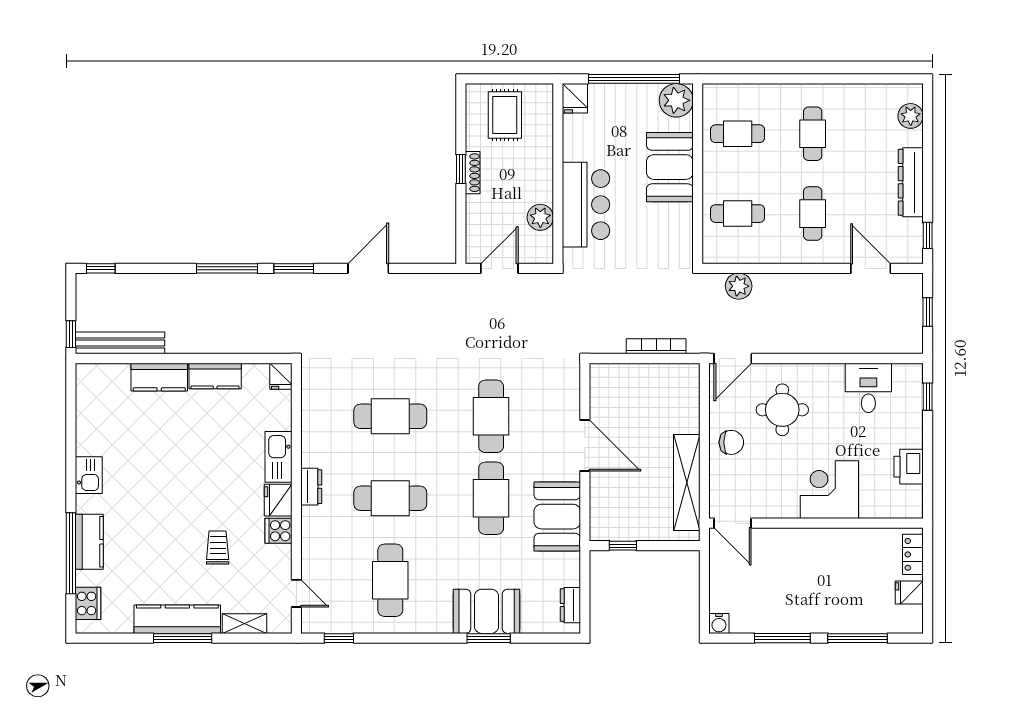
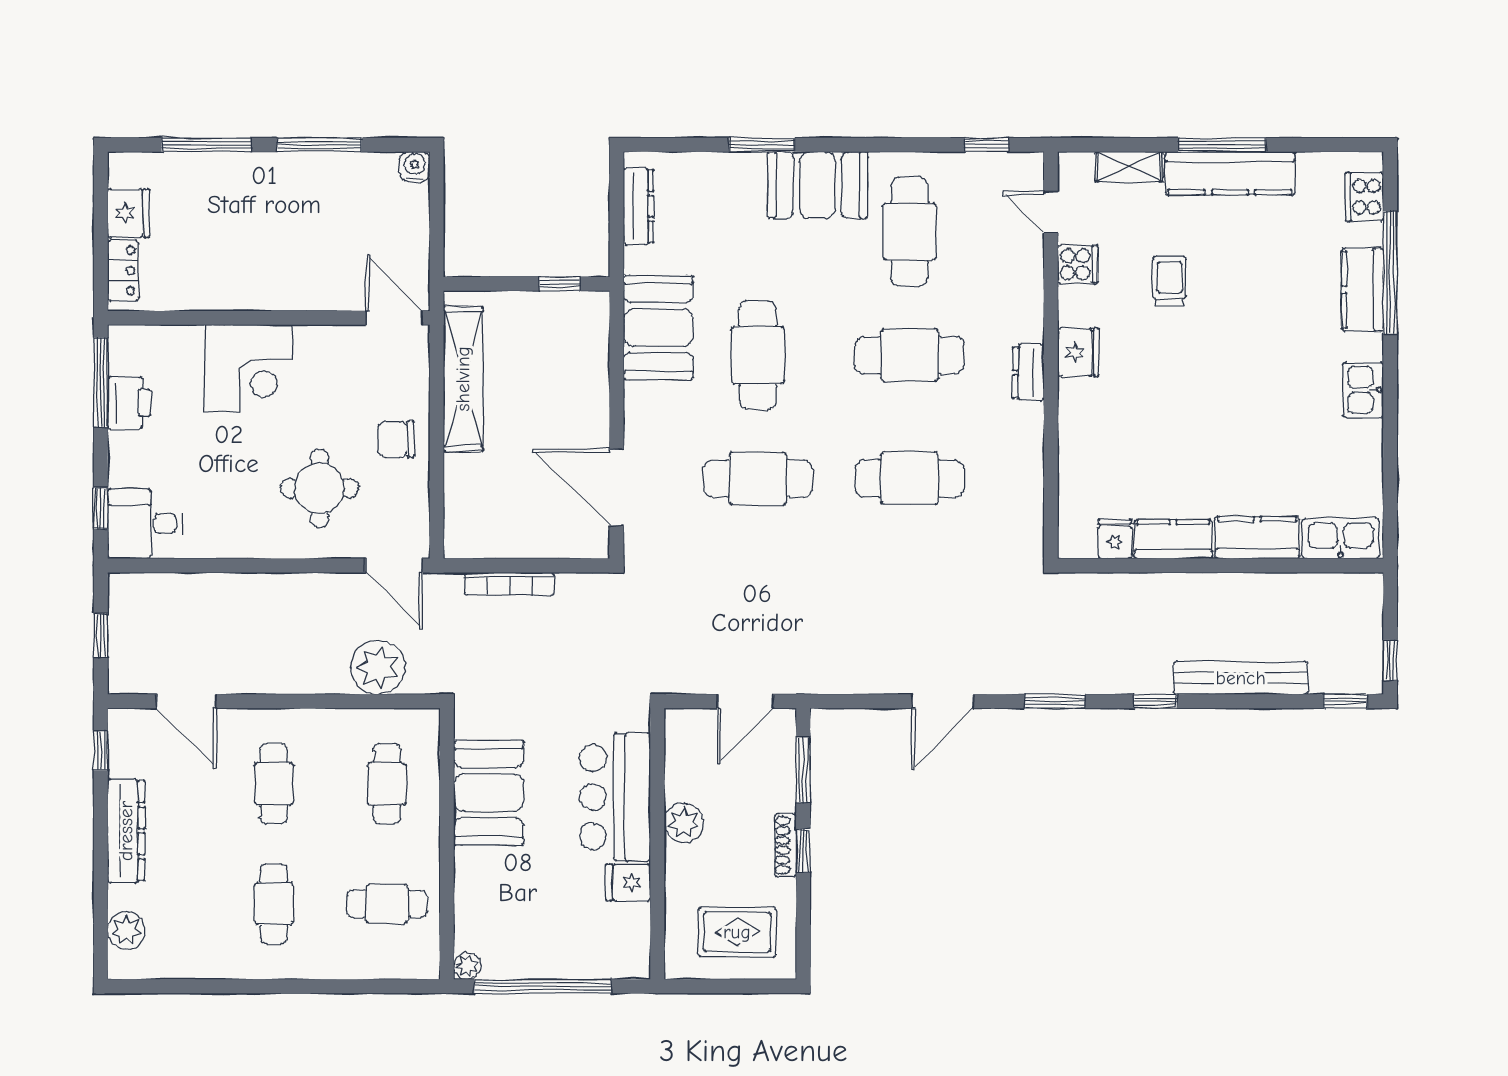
fridge: (575, 98) -> (628, 883), moved, turned -90
plant: (676, 100) -> (467, 966), width x0.53, depth x0.53
rug: (505, 115) -> (737, 932), turned 90
booth: (670, 167) -> (489, 793), moved
cafe table: (738, 214) -> (387, 784), turned 90
plant: (540, 217) -> (684, 823), moved
window: (461, 223) -> (803, 770), added
window: (227, 268) -> (1155, 701), width x0.46
plant: (739, 286) -> (378, 667), width x1.36, depth x1.36
window: (71, 334) -> (1390, 660), moved
bench: (120, 343) -> (1241, 678), moved
door: (733, 358) -> (394, 566), swing flipped
fridge: (281, 376) -> (1115, 539), moved
desk: (868, 388) -> (145, 523), moved, turned 90
cafe table: (491, 416) -> (758, 479), turned 90
door: (585, 445) -> (617, 487), moved
kitchen sink: (278, 457) -> (1341, 538), moved, turned -90
window: (928, 480) -> (101, 382), added
cooker: (279, 531) -> (1078, 264), moved
trolley: (218, 548) -> (1169, 281), turned 180
fridge: (909, 593) -> (128, 213), width x1.38
dresser: (570, 605) -> (638, 206), width x1.44
booth: (487, 611) -> (818, 185), moved

